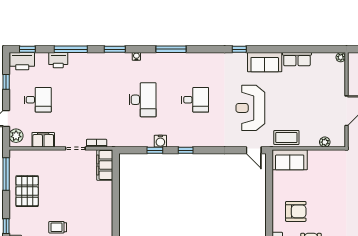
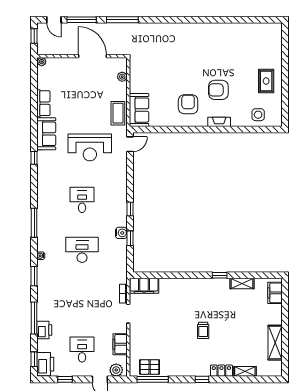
pallet: (27, 191) -> (150, 367), moved, width x0.67, depth x0.71

